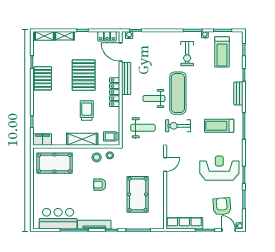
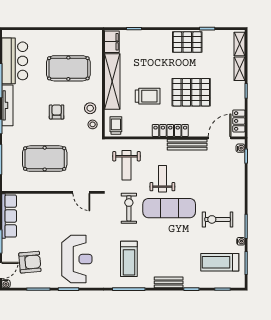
treadmill: (219, 126) -> (129, 259), turned 180
shelving: (82, 139) -> (112, 82), width x1.47
pool table: (55, 163) -> (68, 68), moved, turned 90

